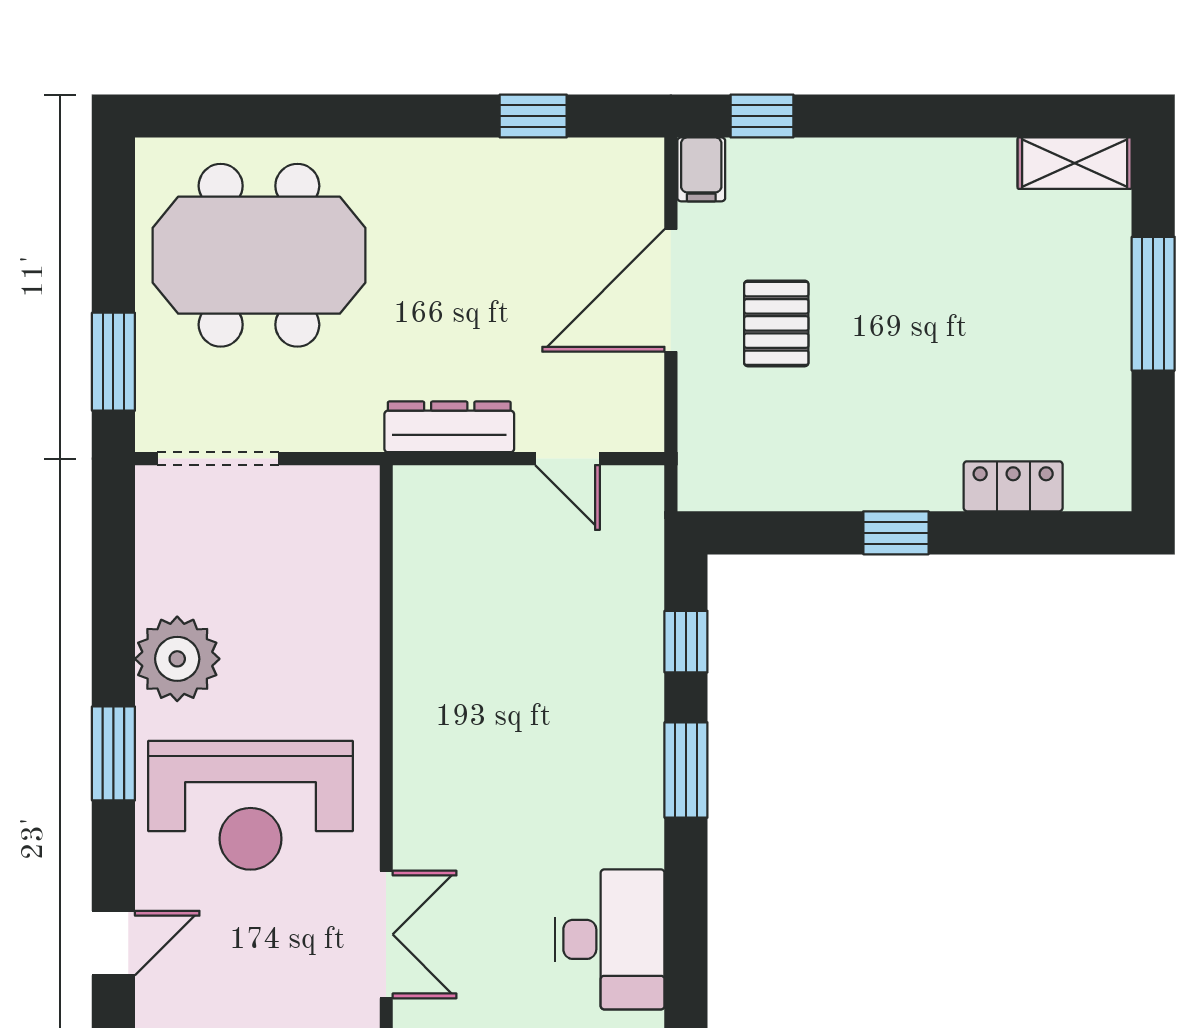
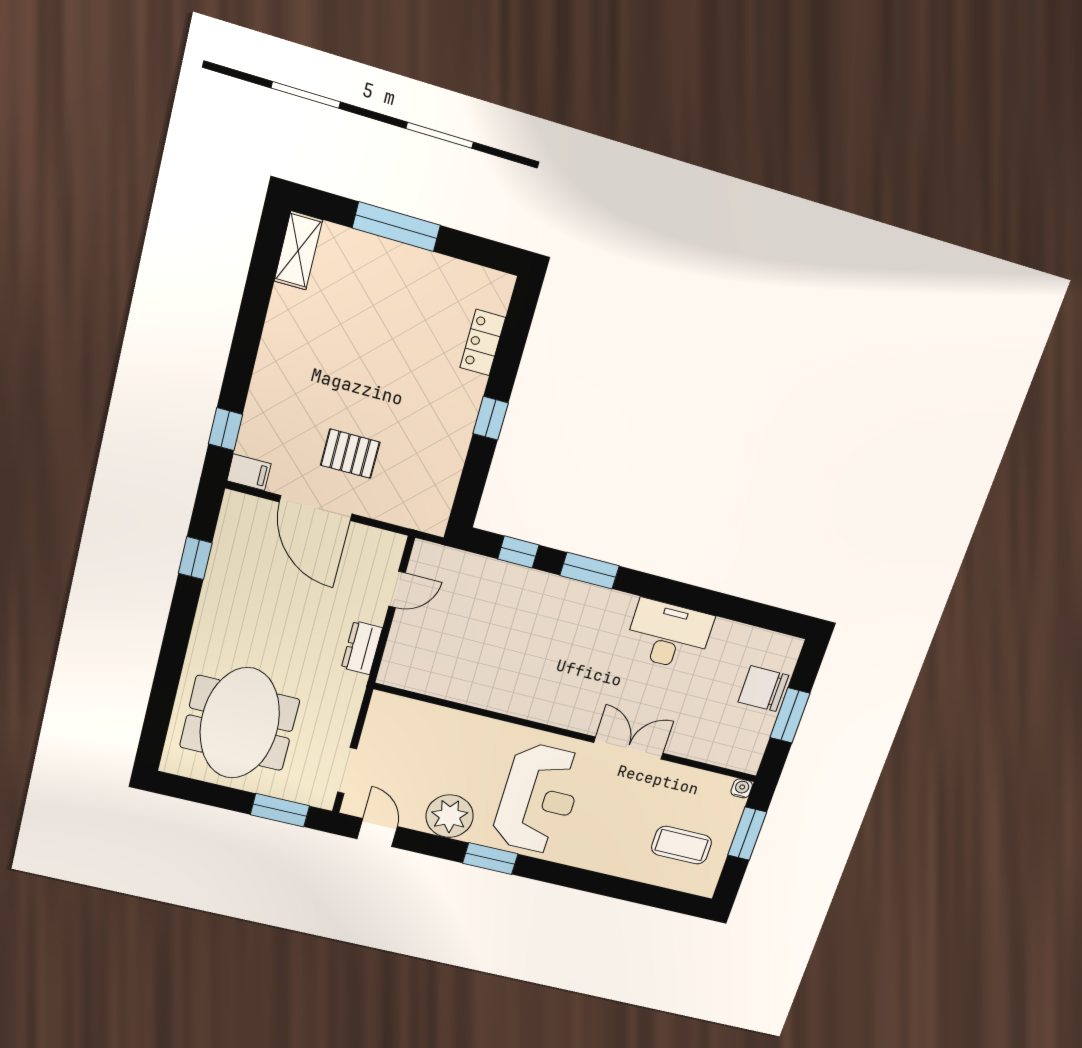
dresser: (449, 427) -> (362, 648), width x0.70
doorway: (218, 459) -> (347, 771), width x0.73
door: (113, 943) -> (377, 833), moved

